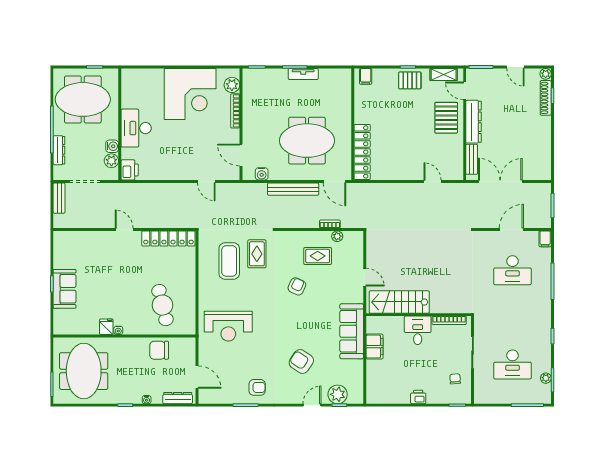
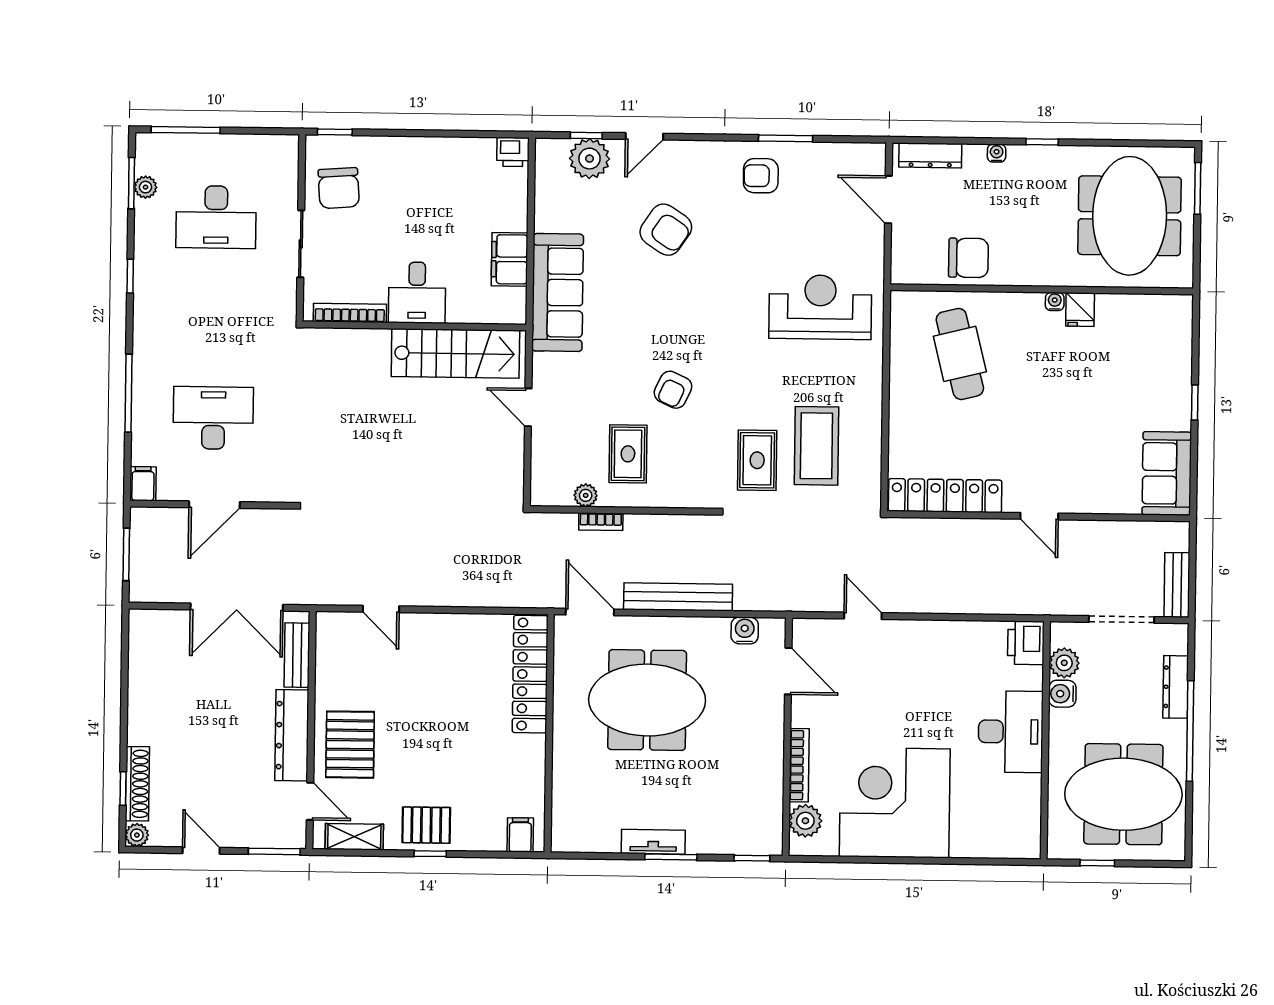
rug: (318, 256) -> (628, 454), turned 90
sofa: (65, 289) -> (1167, 473), moved
desk: (513, 364) -> (216, 217), turned 180
chair: (455, 379) -> (339, 188), width x1.87, depth x1.87
printer: (418, 397) -> (513, 152), moved

